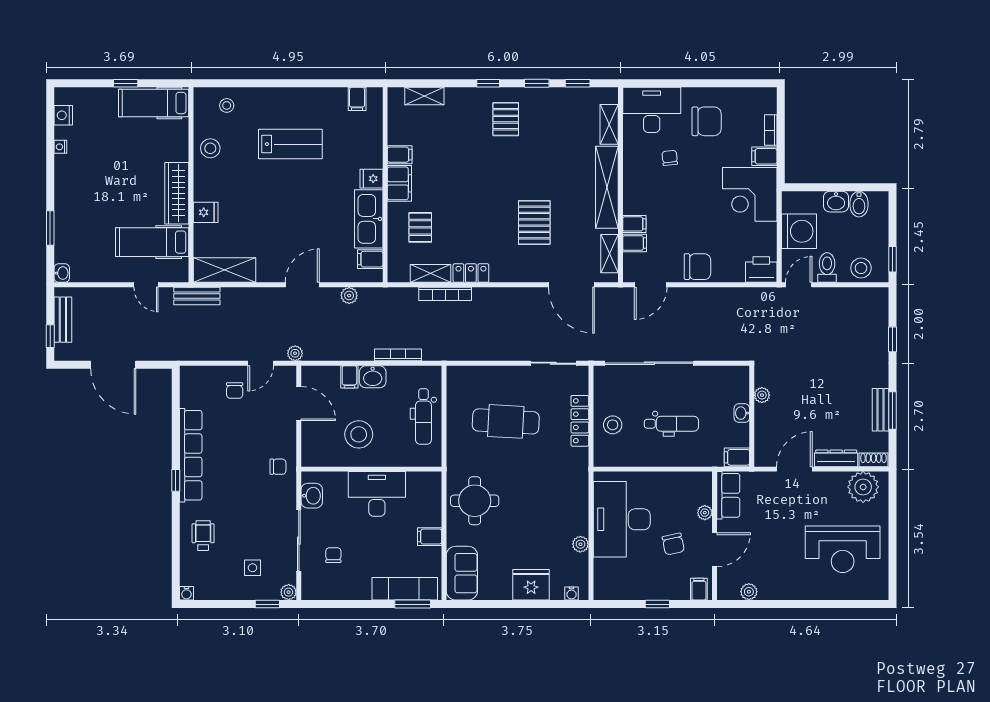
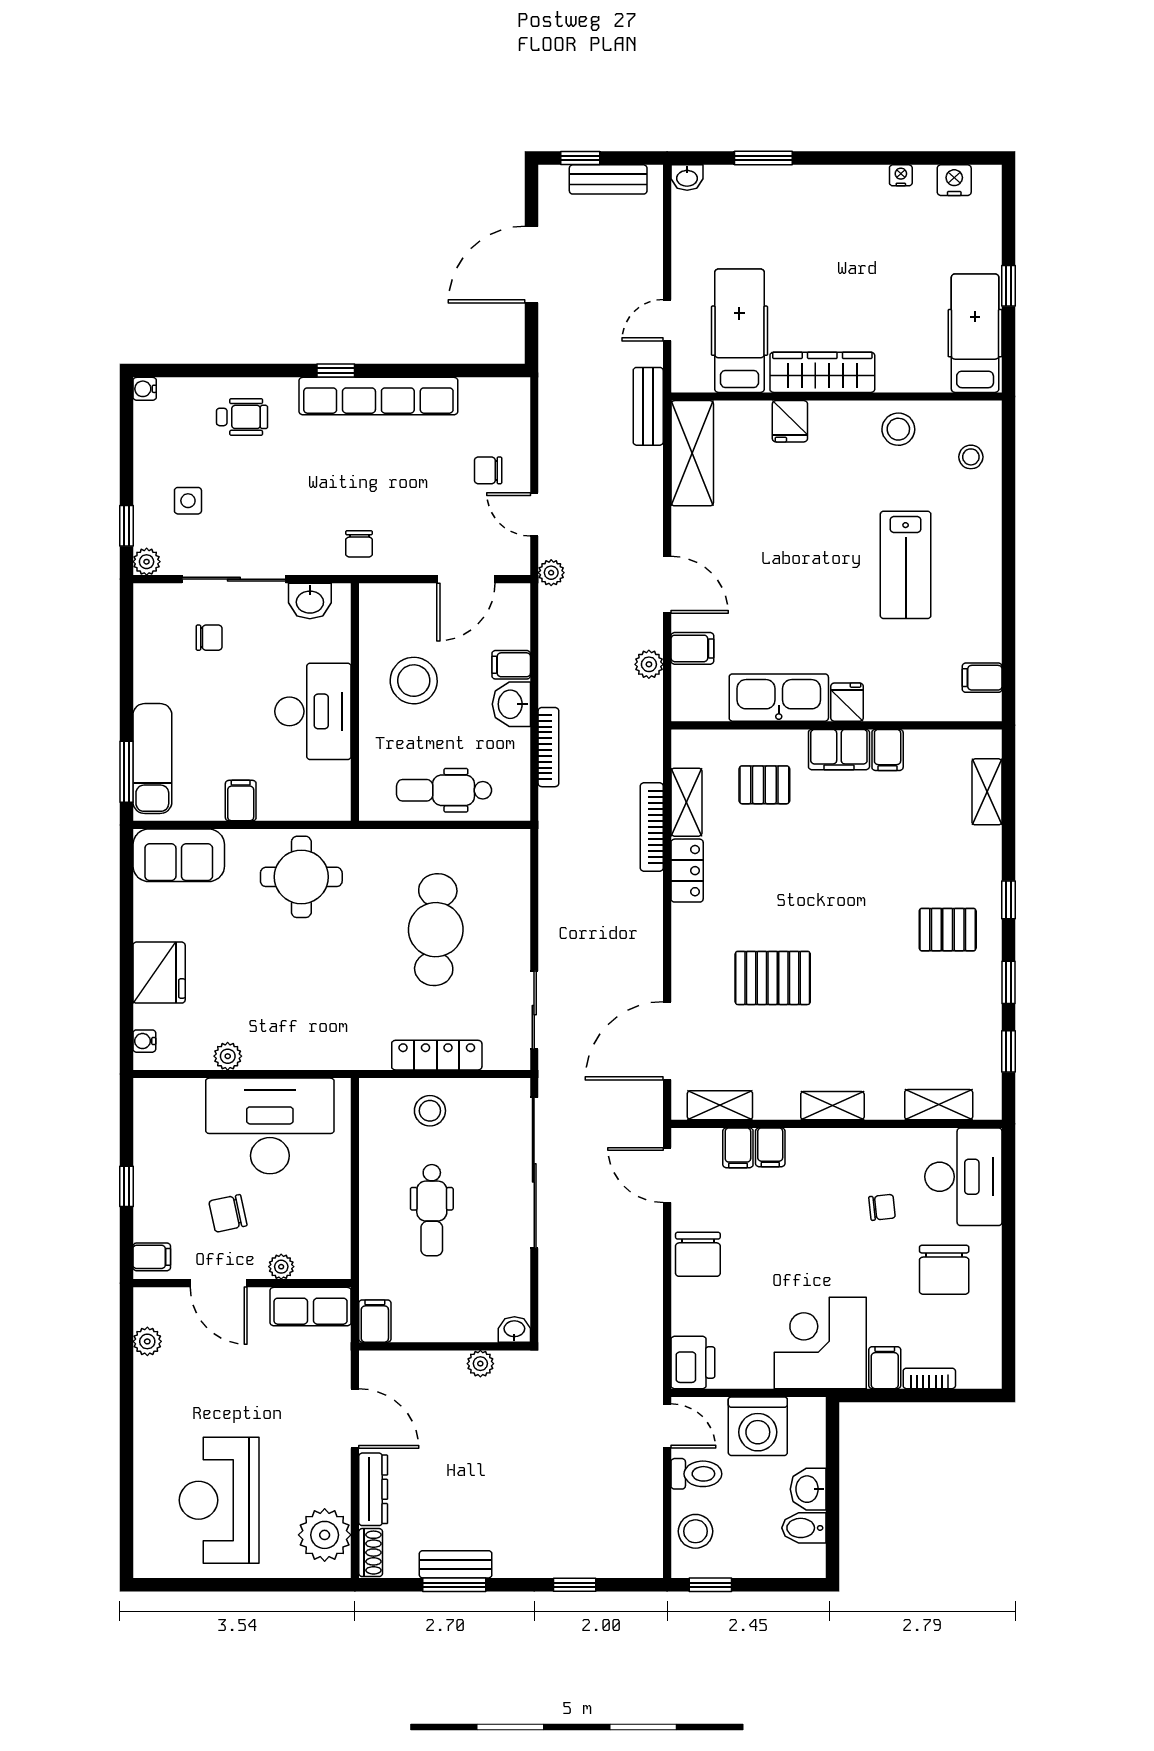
shelving: (607, 187) -> (832, 1106), width x0.45, depth x0.75
filing cabinet: (370, 259) -> (692, 648), moved, turned 90
washbasin: (742, 413) -> (514, 1329), moved

